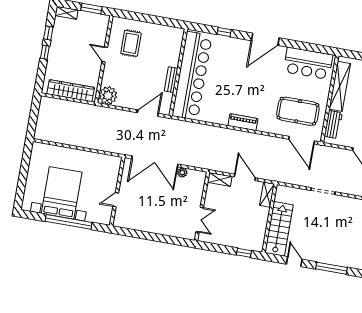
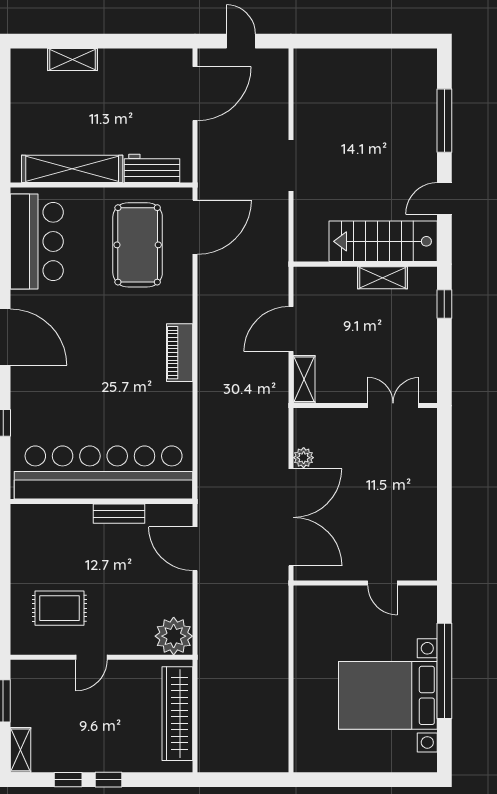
shelving: (267, 195) -> (382, 278), moved

